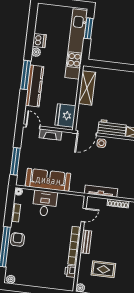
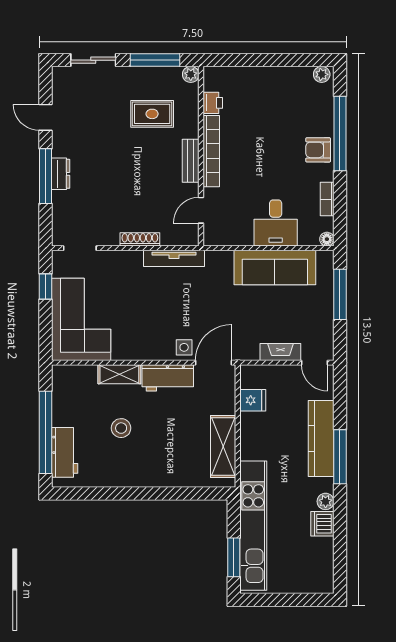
fridge: (65, 115) -> (253, 400), width x0.53, depth x0.75
armchair: (18, 239) -> (318, 150), turned 90

